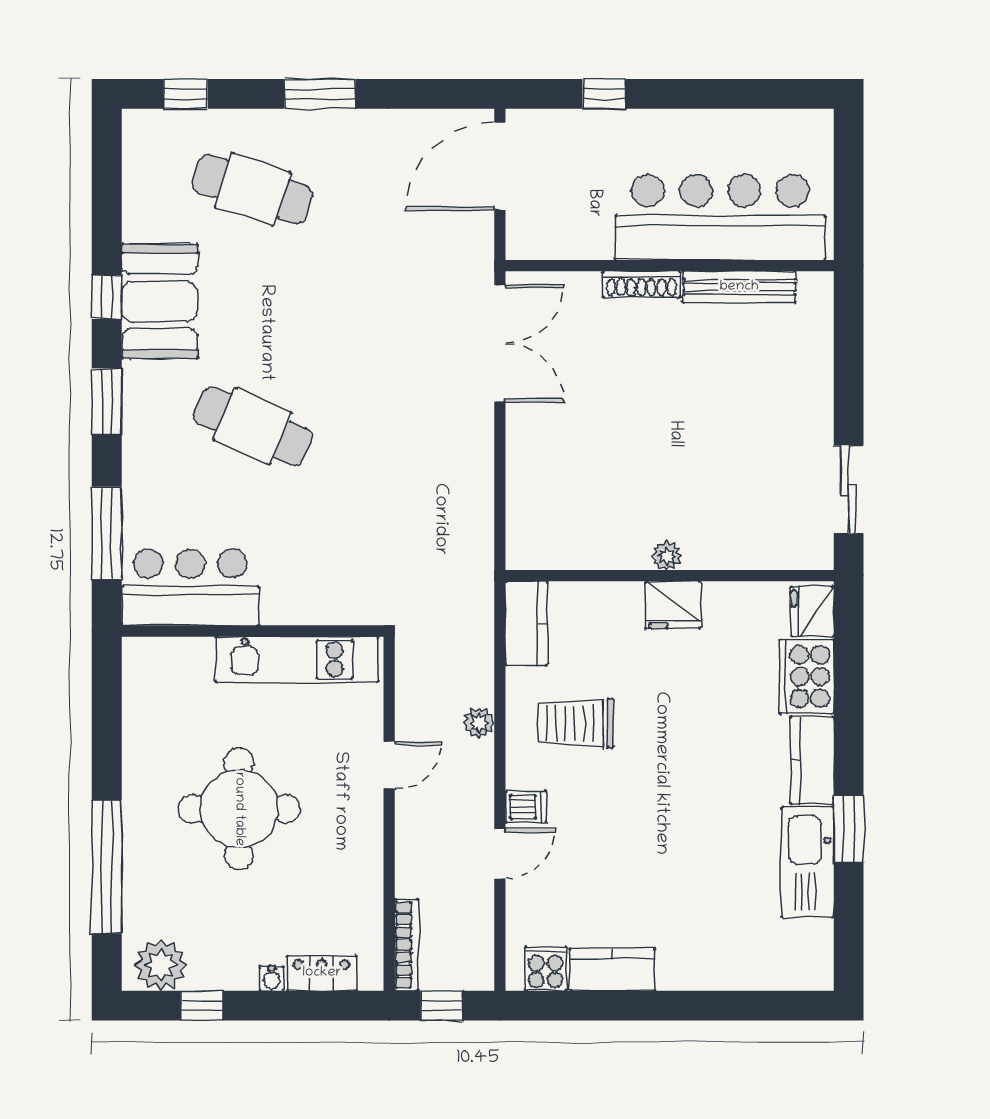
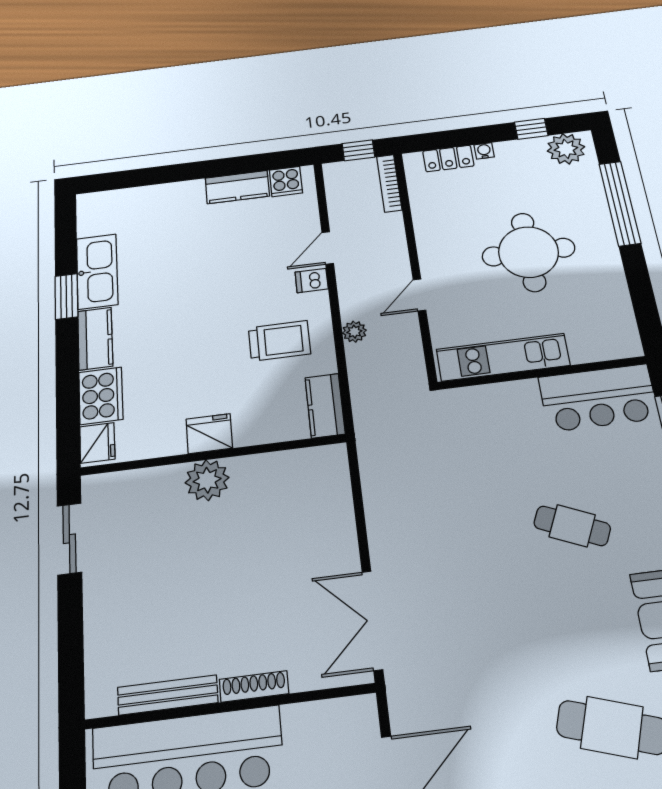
cafe table: (253, 426) -> (572, 526), width x0.73, depth x0.74
plant: (667, 556) -> (207, 480), width x1.88, depth x1.88

